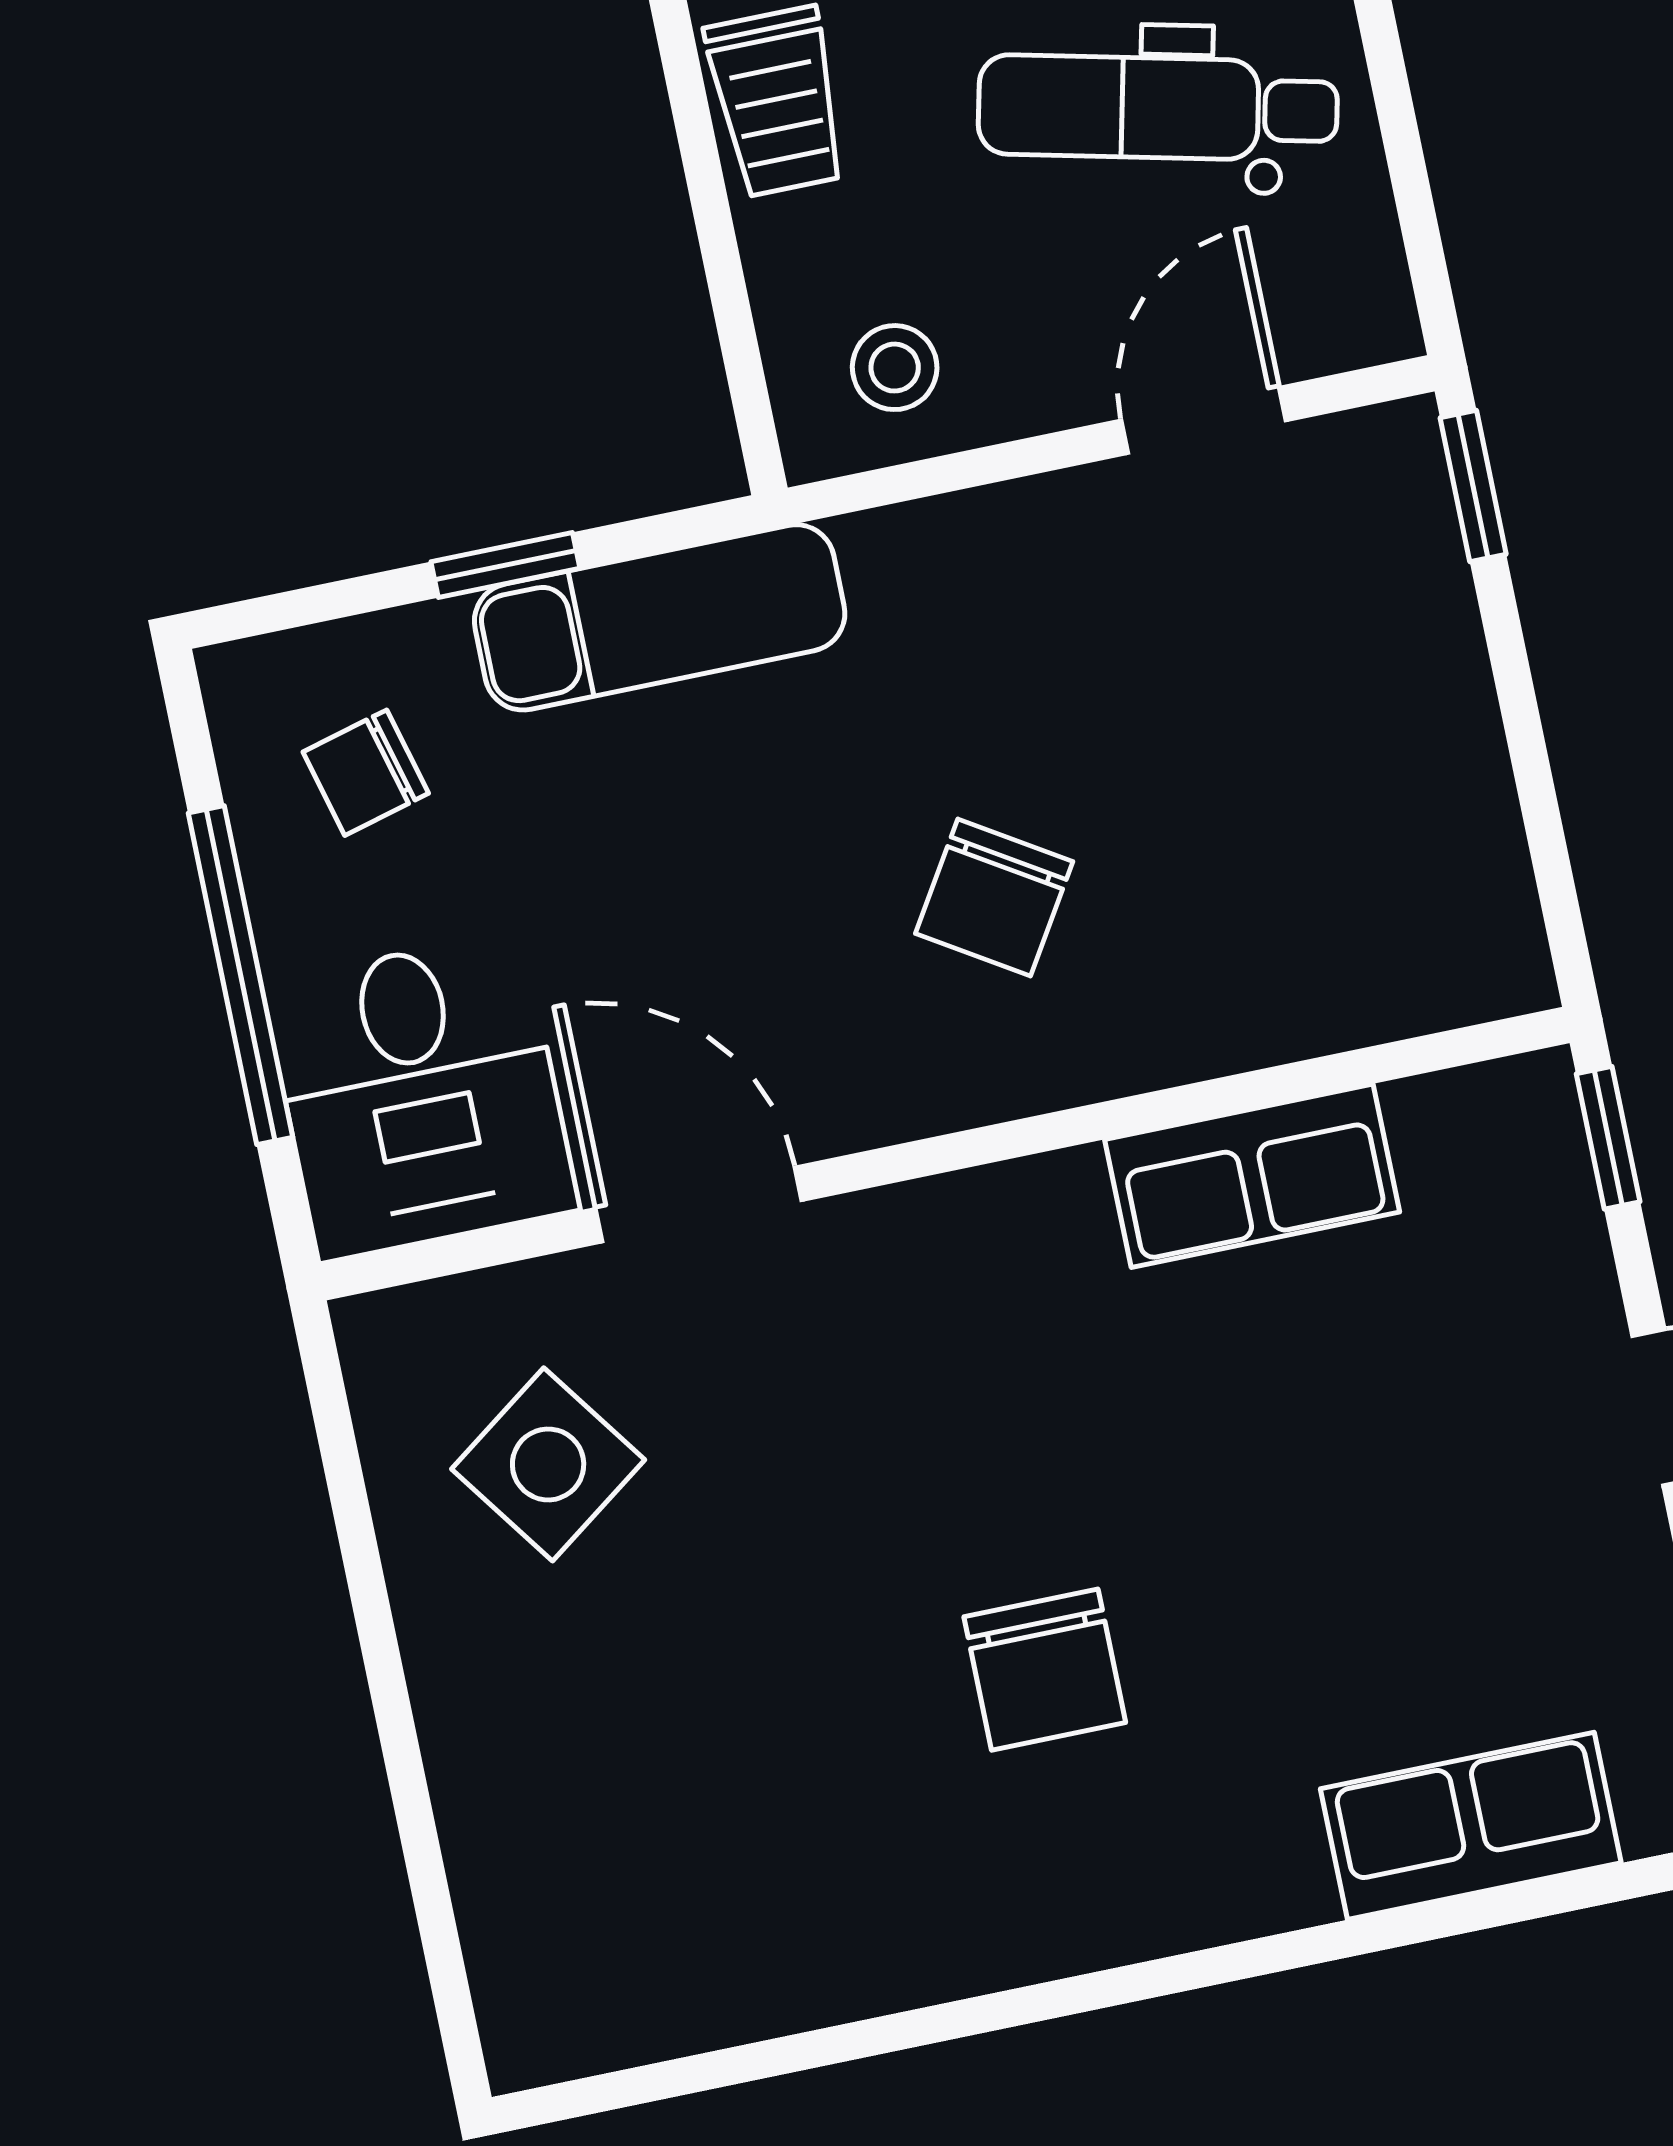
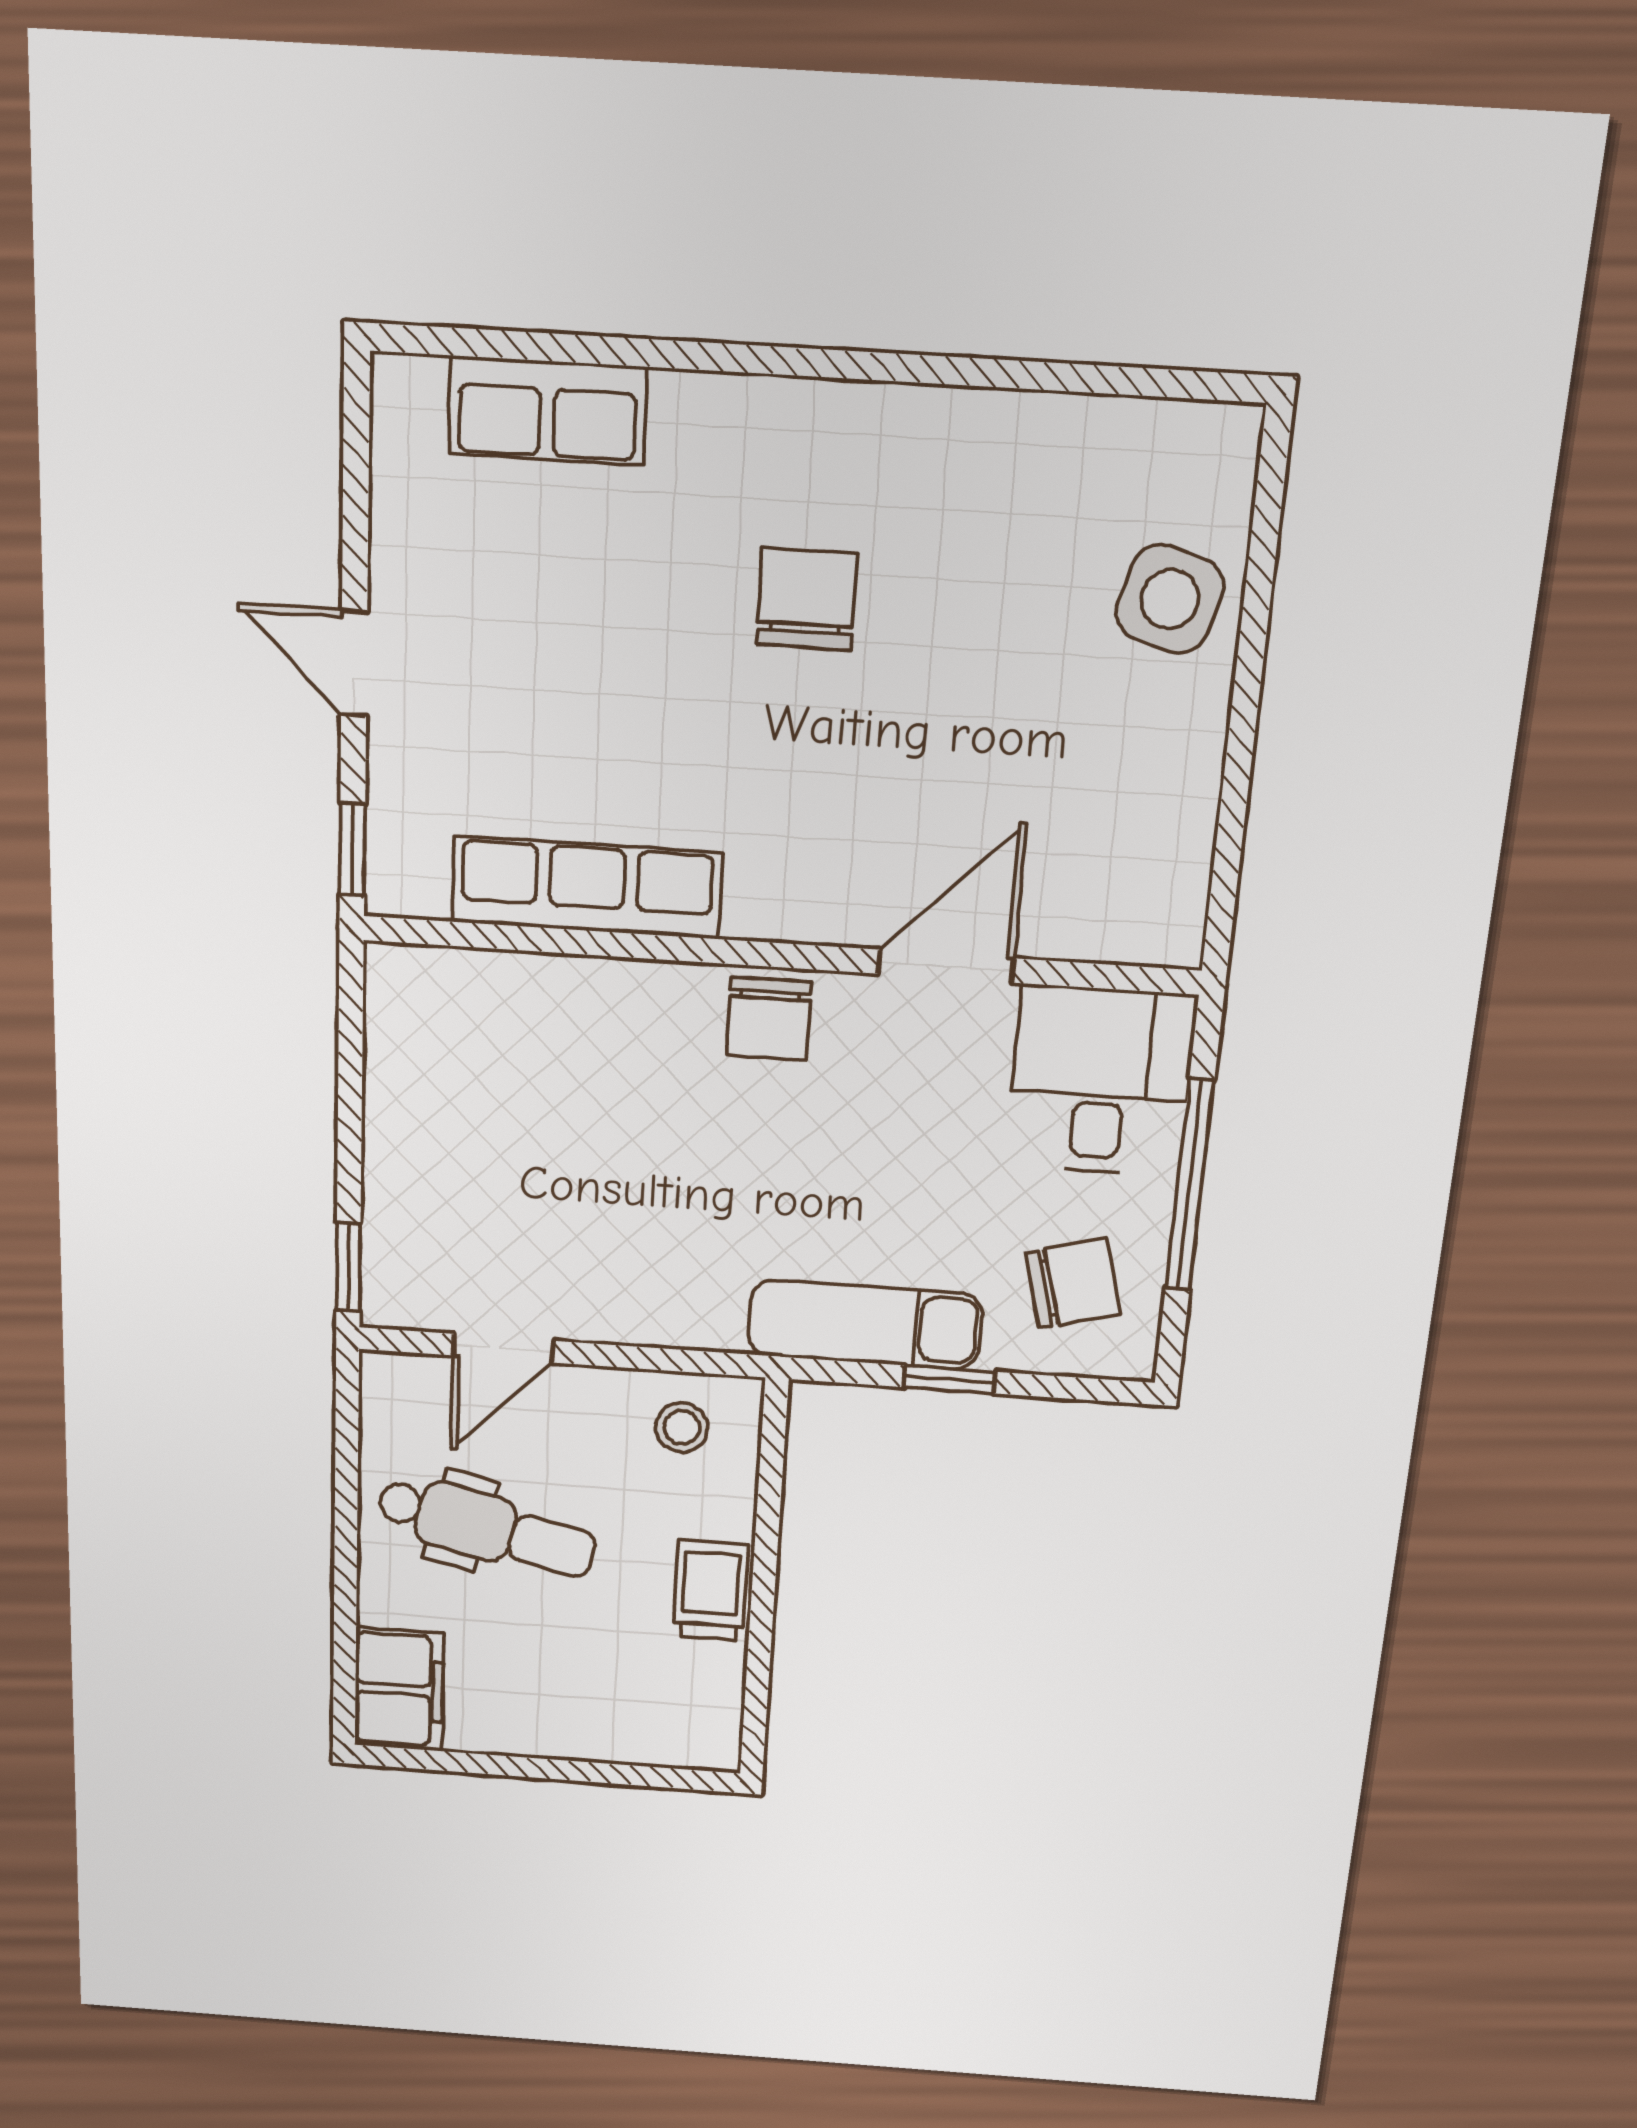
chair: (366, 773) -> (1073, 1283), width x1.37, depth x1.37
chair: (994, 898) -> (769, 1019), moved, turned 148
row of seats: (1252, 1176) -> (587, 888), width x1.48
door: (699, 1205) -> (946, 966), swing flipped
side table: (548, 1464) -> (1170, 599), moved, turned -38

